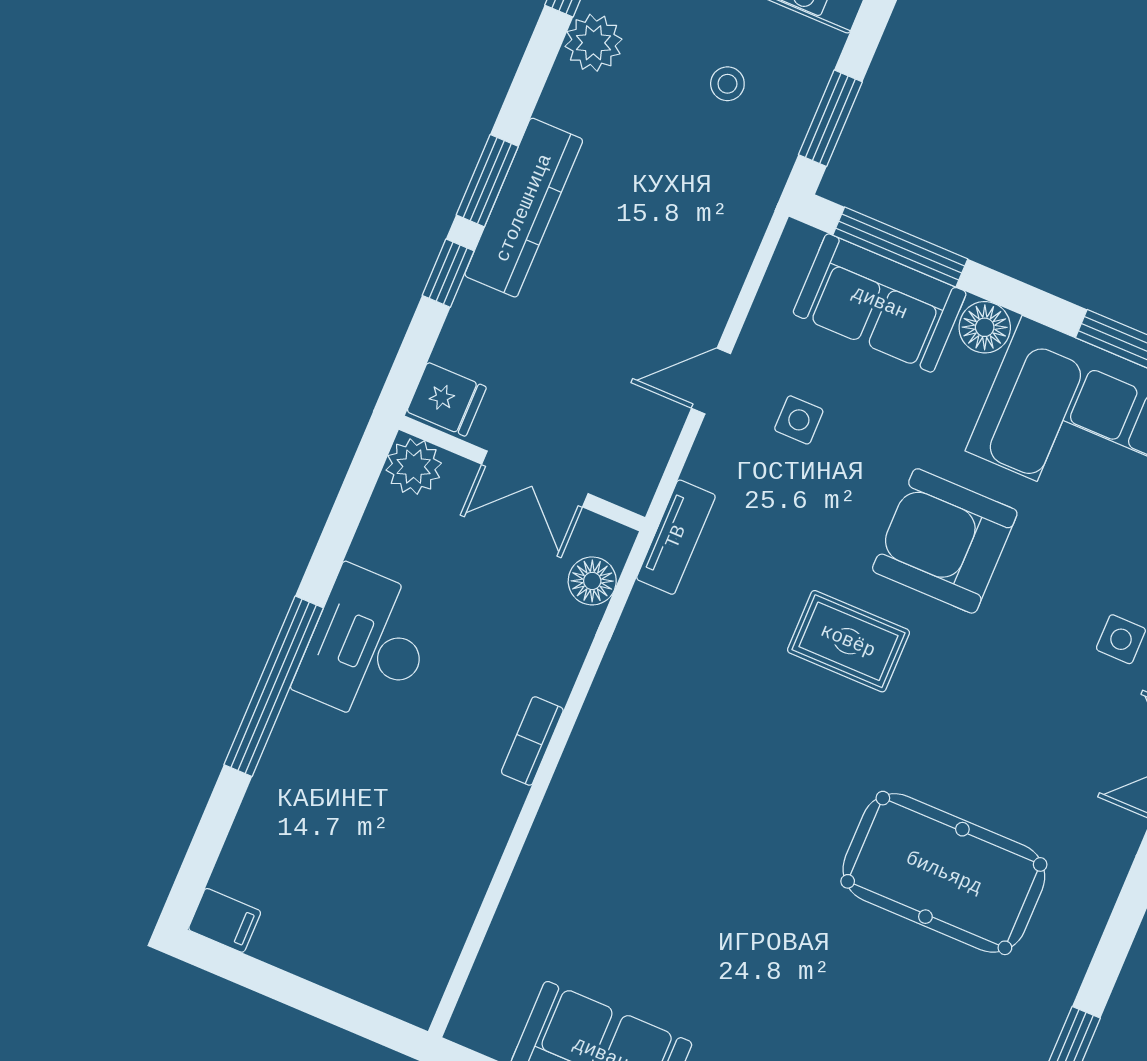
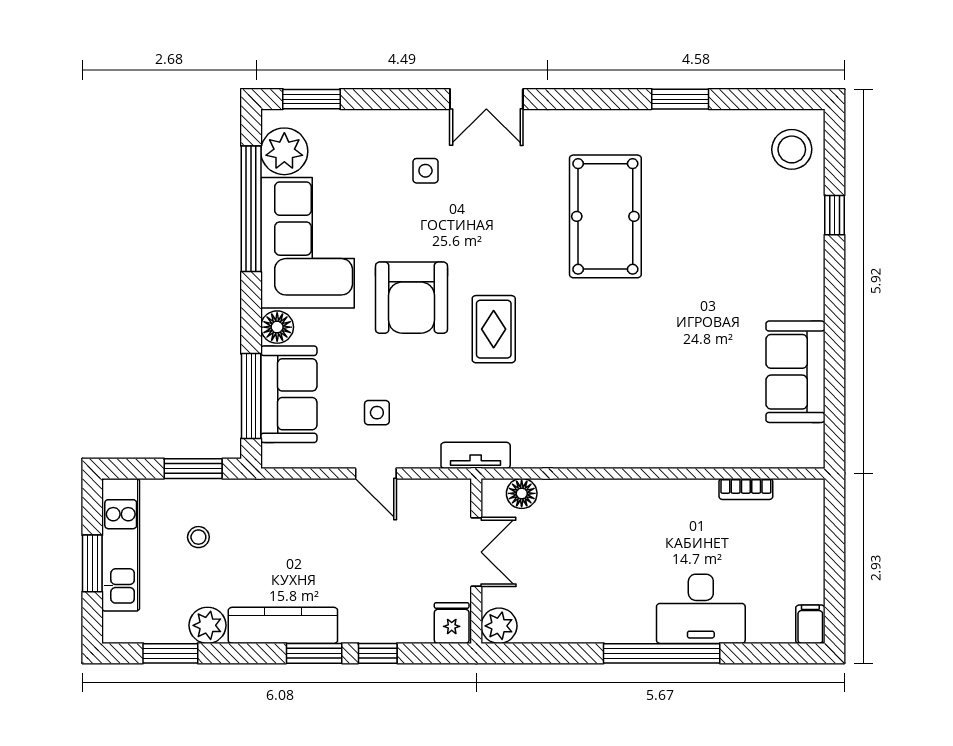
kitchen counter: (524, 208) -> (283, 625), moved
desk: (367, 646) -> (701, 609), moved
bookcase: (532, 741) -> (746, 489), moved

